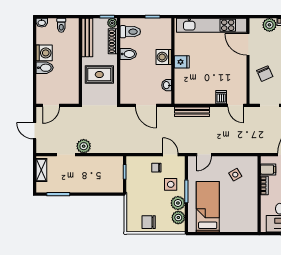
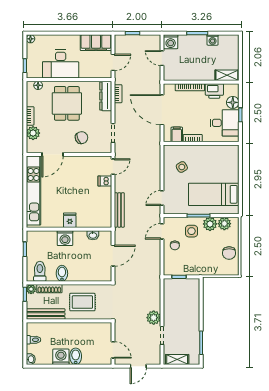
rug: (99, 75) -> (82, 302), turned 90
door: (204, 155) -> (162, 198), swing flipped

